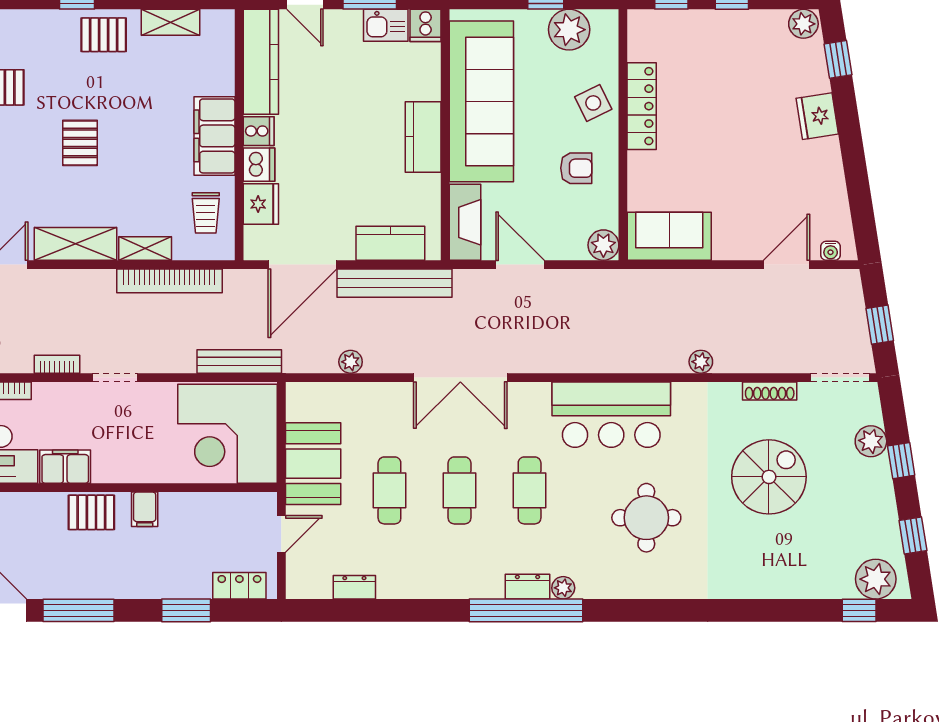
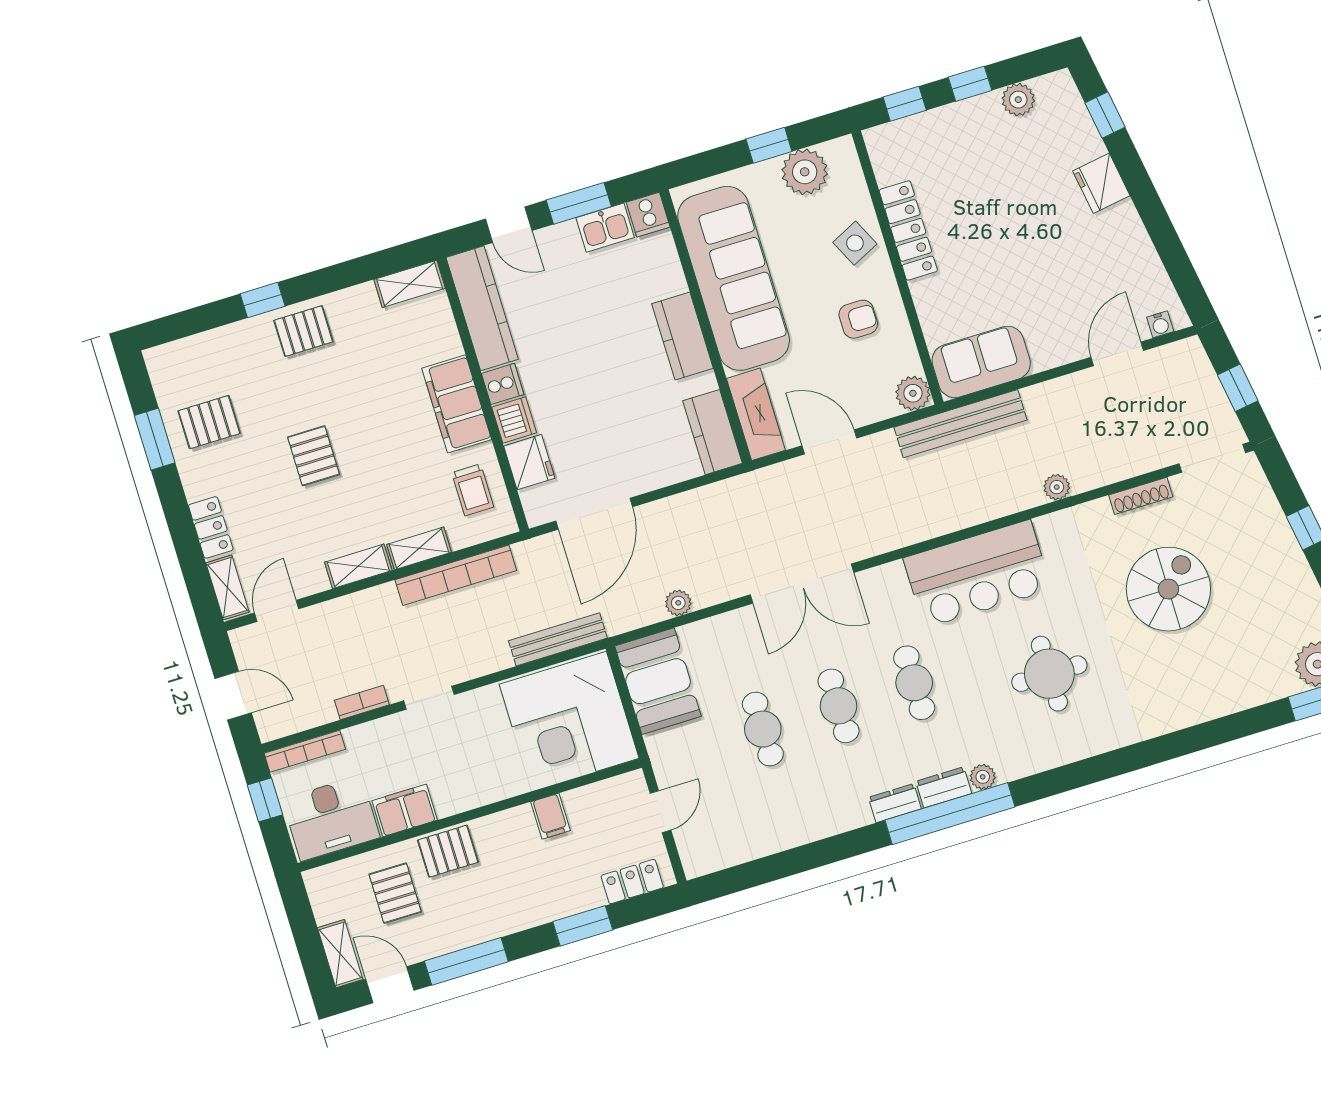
shelving: (171, 22) -> (410, 284), moved
plant: (803, 24) -> (1018, 100), moved
kitchen counter: (390, 243) -> (713, 432), moved, turned -90
shelving: (75, 244) -> (358, 566), width x0.67, depth x0.75
bench: (395, 283) -> (960, 424), moved
plant: (871, 441) -> (1267, 517), removed
booth: (313, 464) -> (658, 681), moved
filing cabinet: (145, 509) -> (551, 816), moved
pallet: (36, 534) -> (395, 893), added
dresser: (354, 587) -> (895, 803), moved

